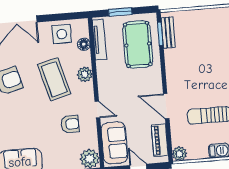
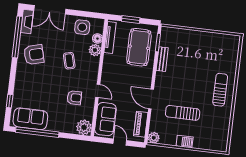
bench: (168, 33) -> (162, 59), moved
plant: (85, 74) -> (95, 50), moved
coffee table: (54, 79) -> (69, 61), width x0.54, depth x0.58

